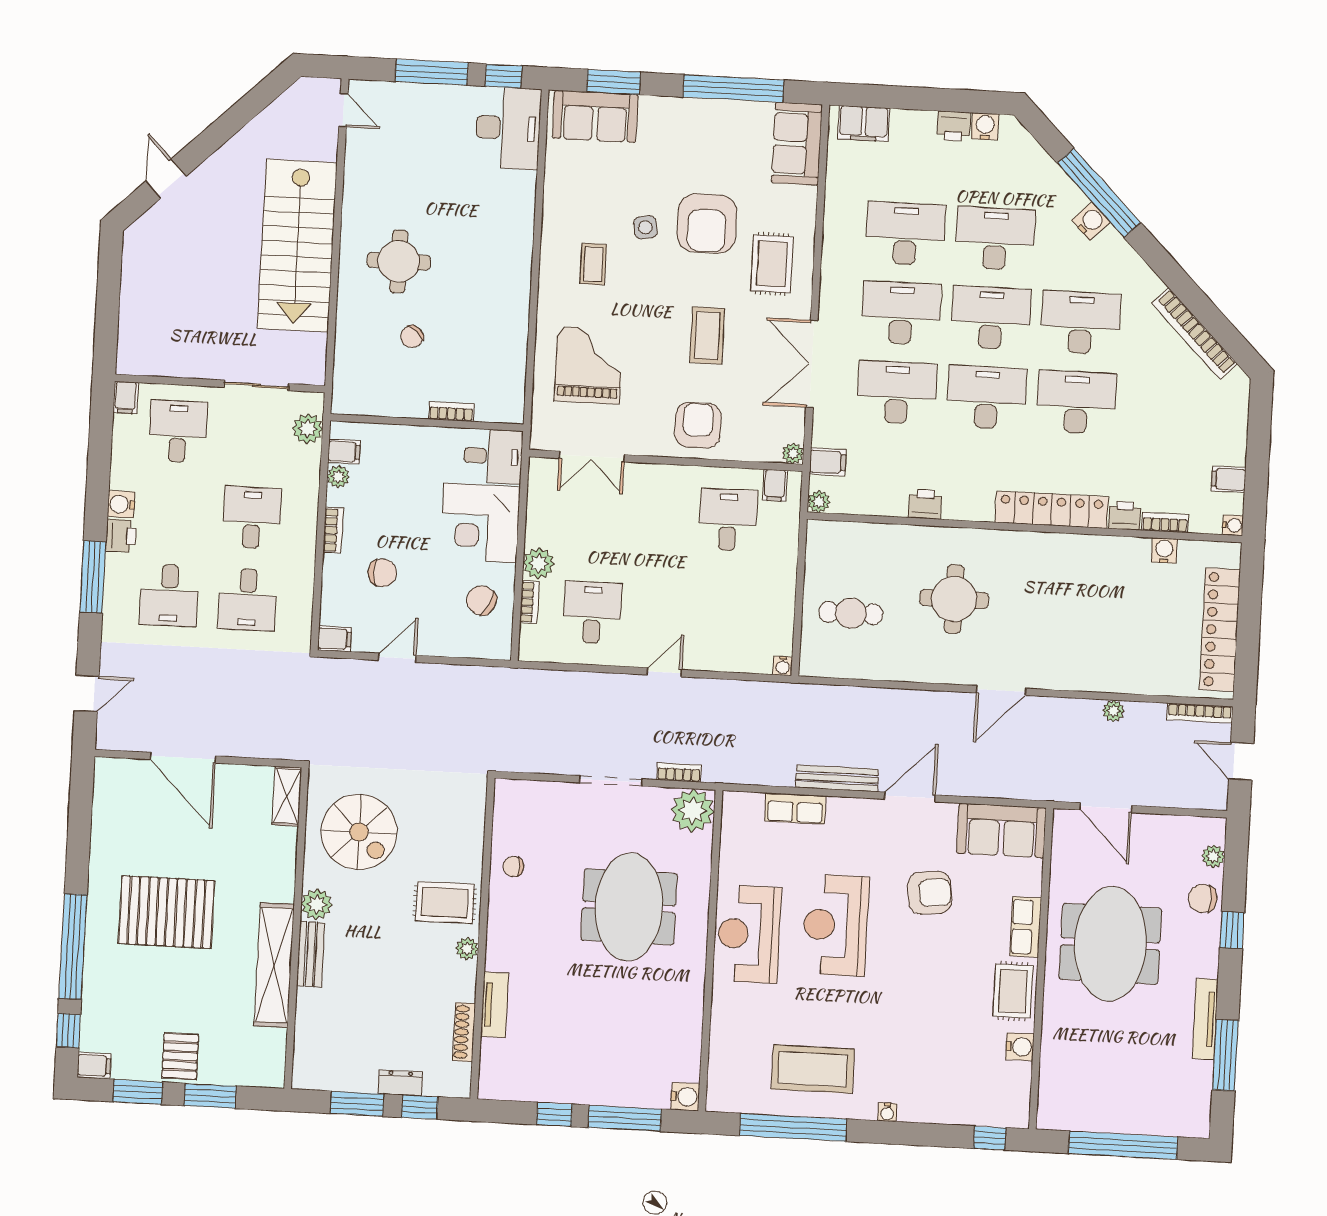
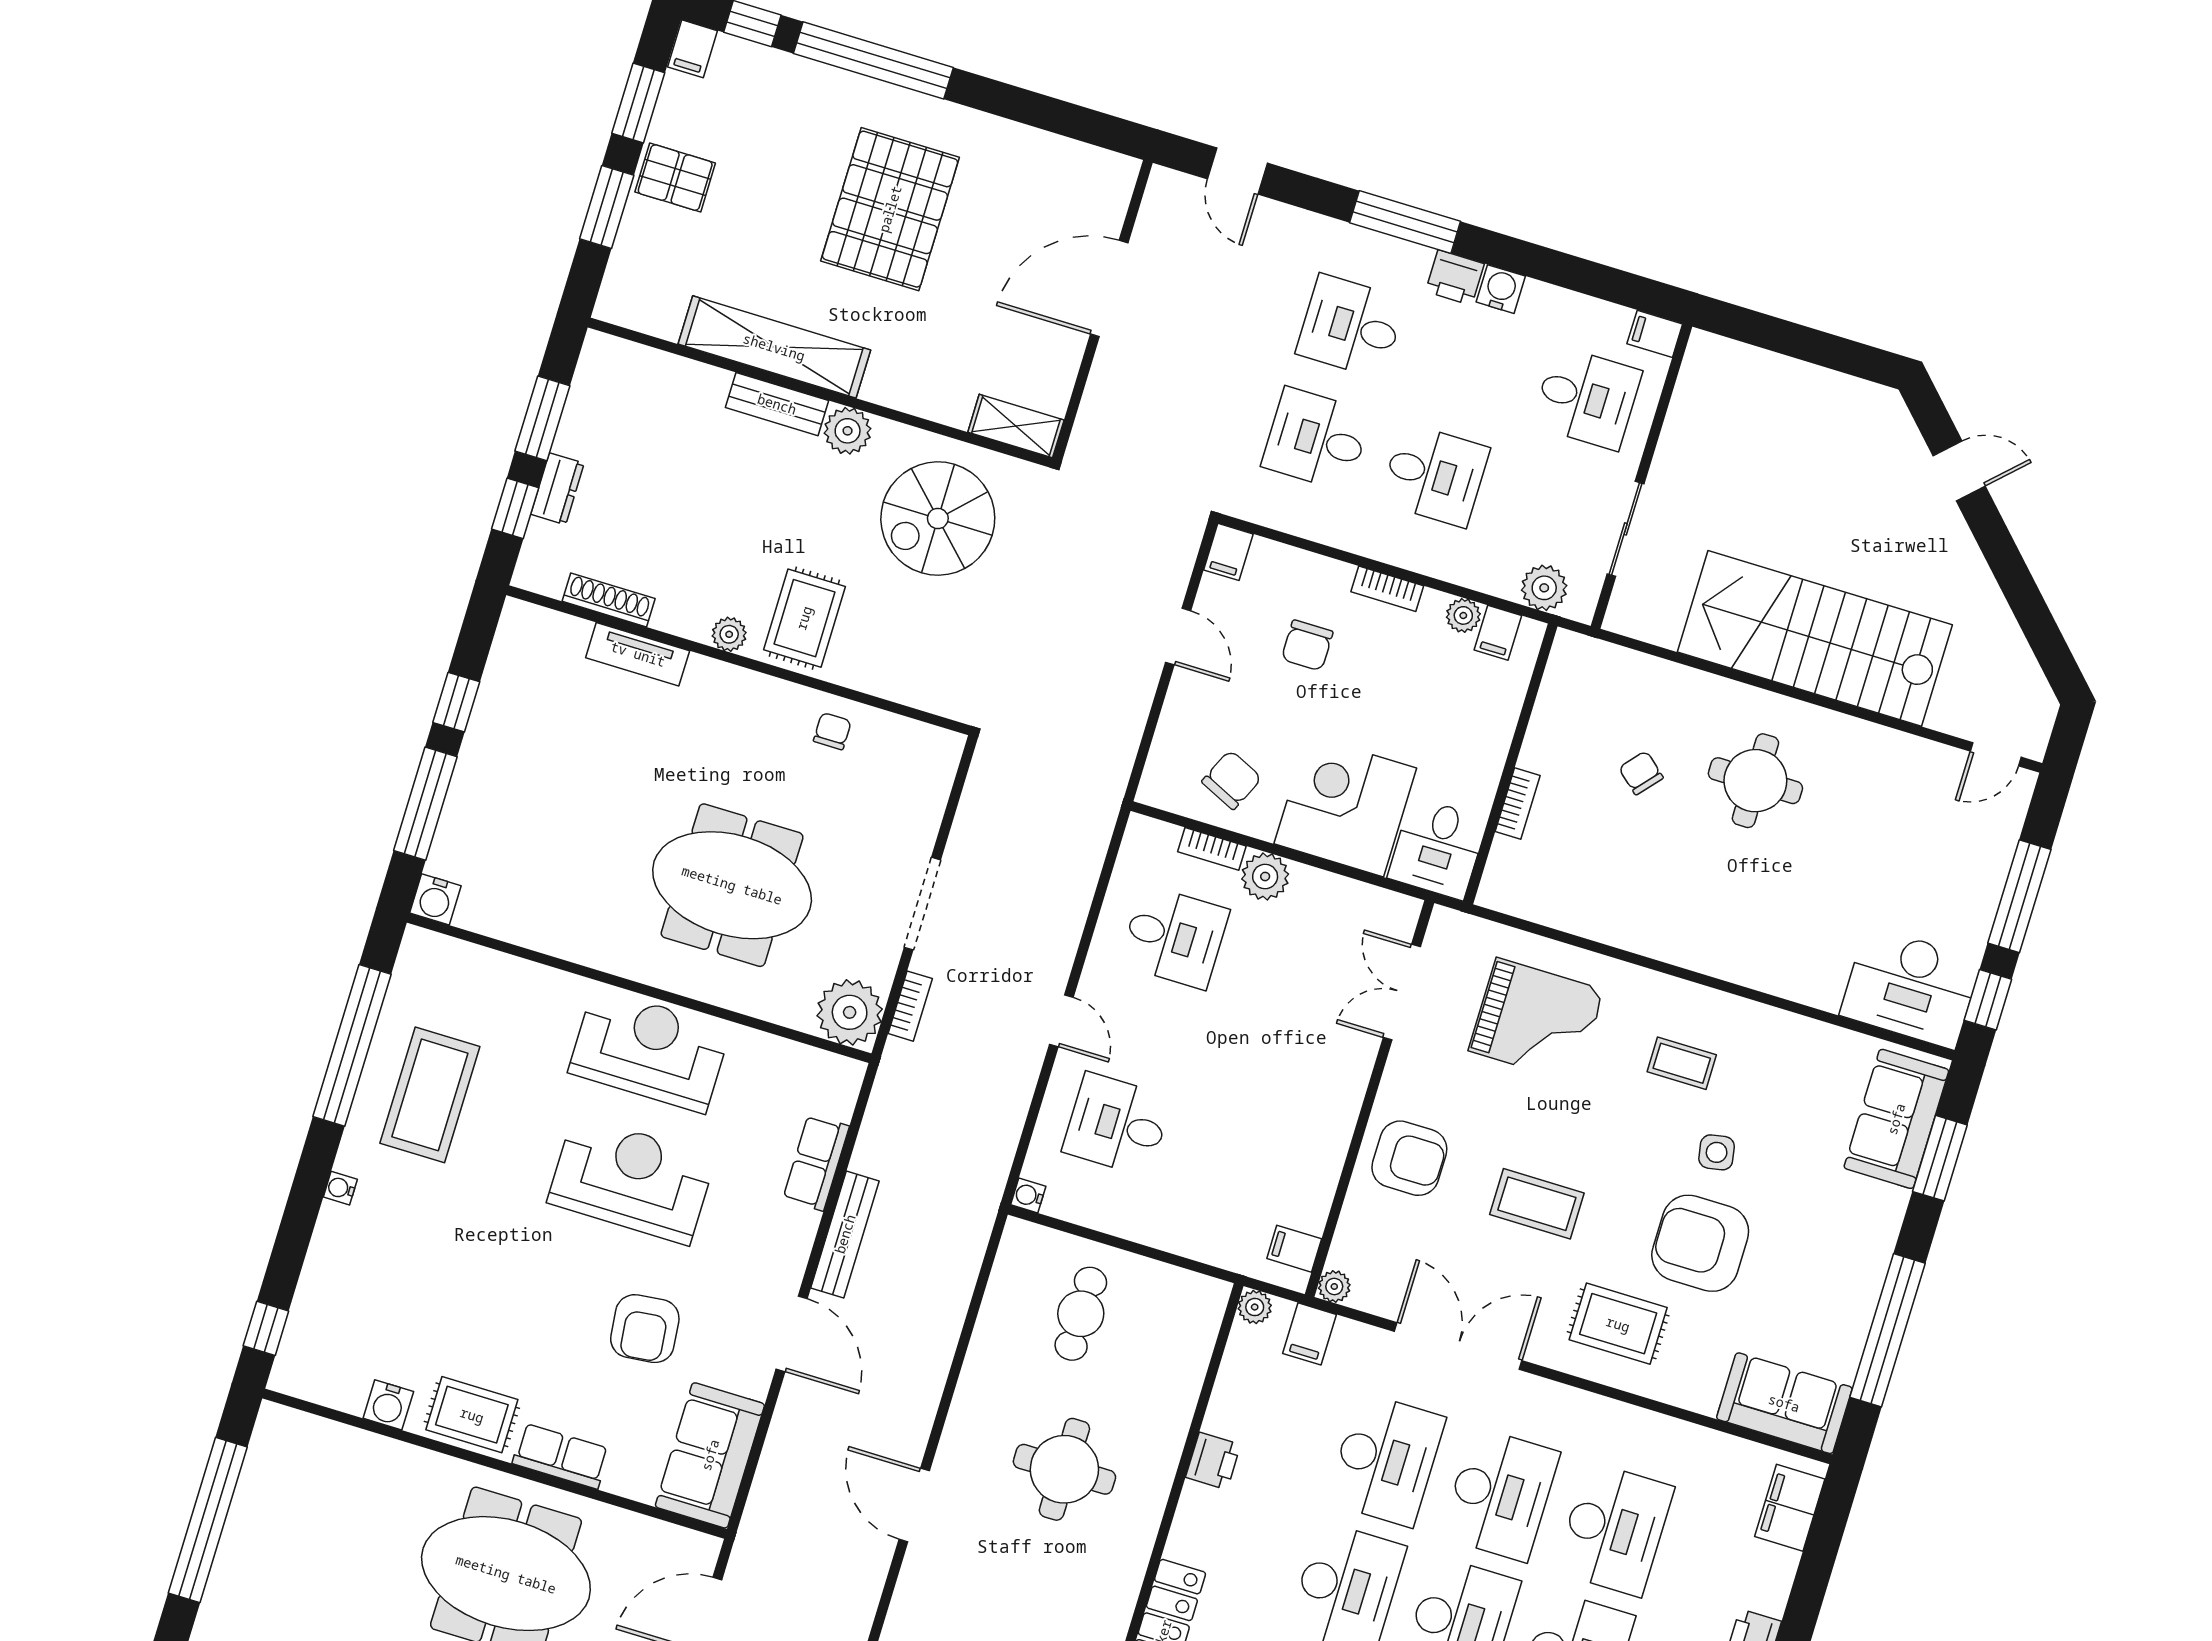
desk: (728, 520) -> (1117, 1124), moved, turned 180

